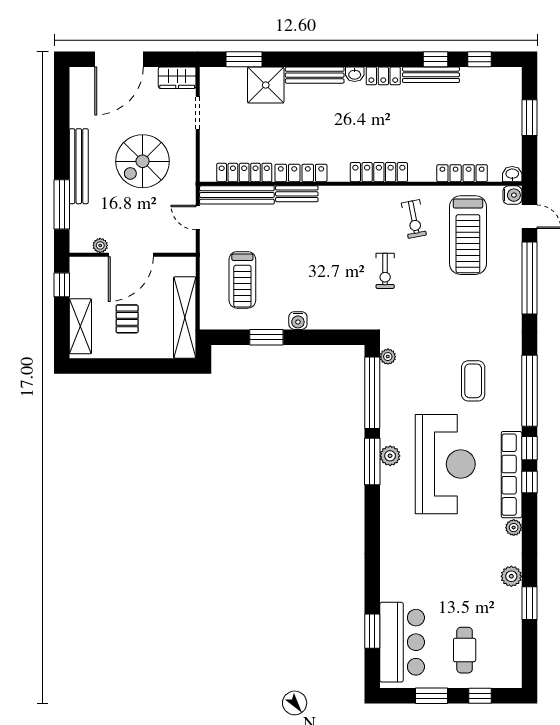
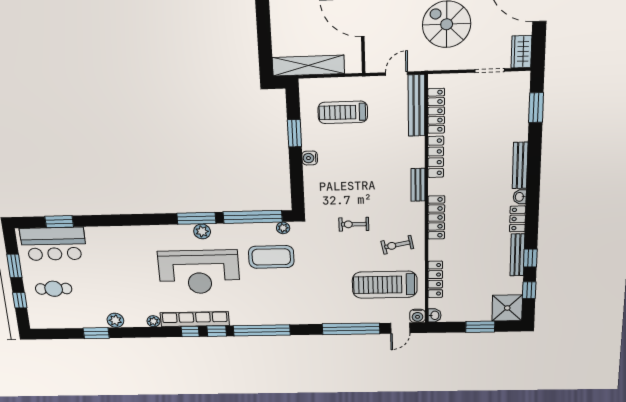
shower: (266, 85) -> (507, 308), moved
bench: (297, 194) -> (418, 185), moved
pallet: (127, 319) -> (305, 16), removed
coffee table: (473, 381) -> (271, 257), moved, width x1.36, depth x1.32

